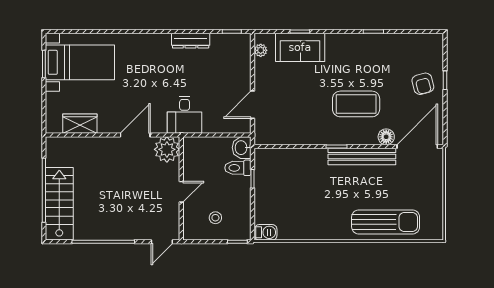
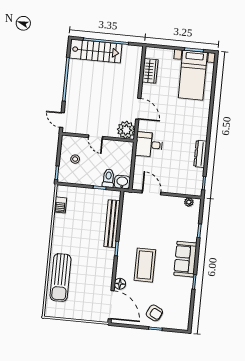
sofa: (300, 47) -> (185, 259), moved
armchair: (423, 84) -> (154, 313), turned -138
bench: (362, 156) -> (112, 224), moved
barbecue: (266, 232) -> (60, 205), moved

